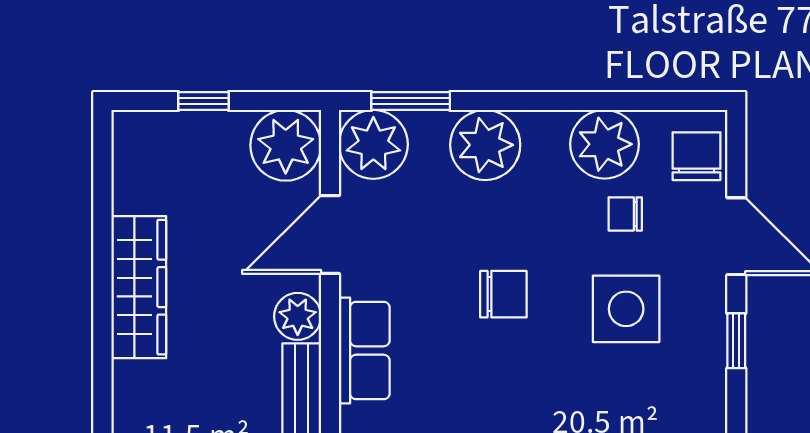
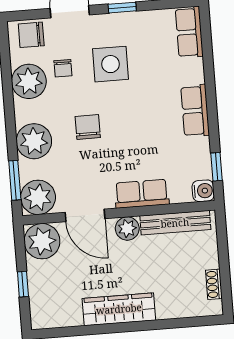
chair: (503, 294) -> (88, 127), moved

